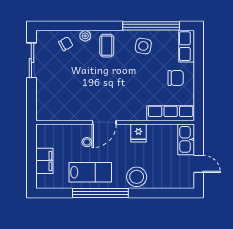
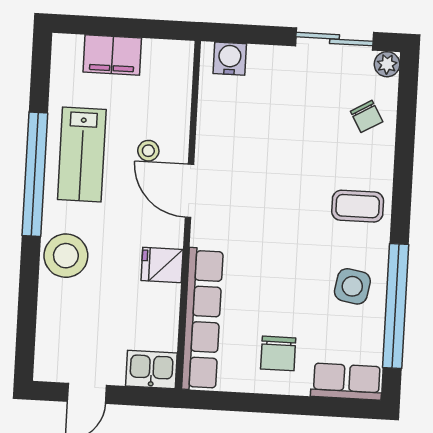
plant: (85, 36) -> (387, 64), moved
water cooler: (43, 107) -> (230, 59), added
row of seats: (171, 113) -> (202, 319), width x1.36
kitchen sink: (186, 139) -> (151, 369), width x0.73

